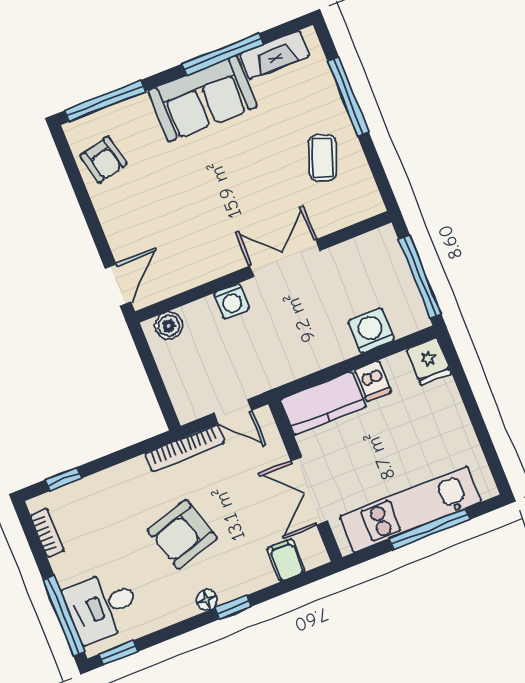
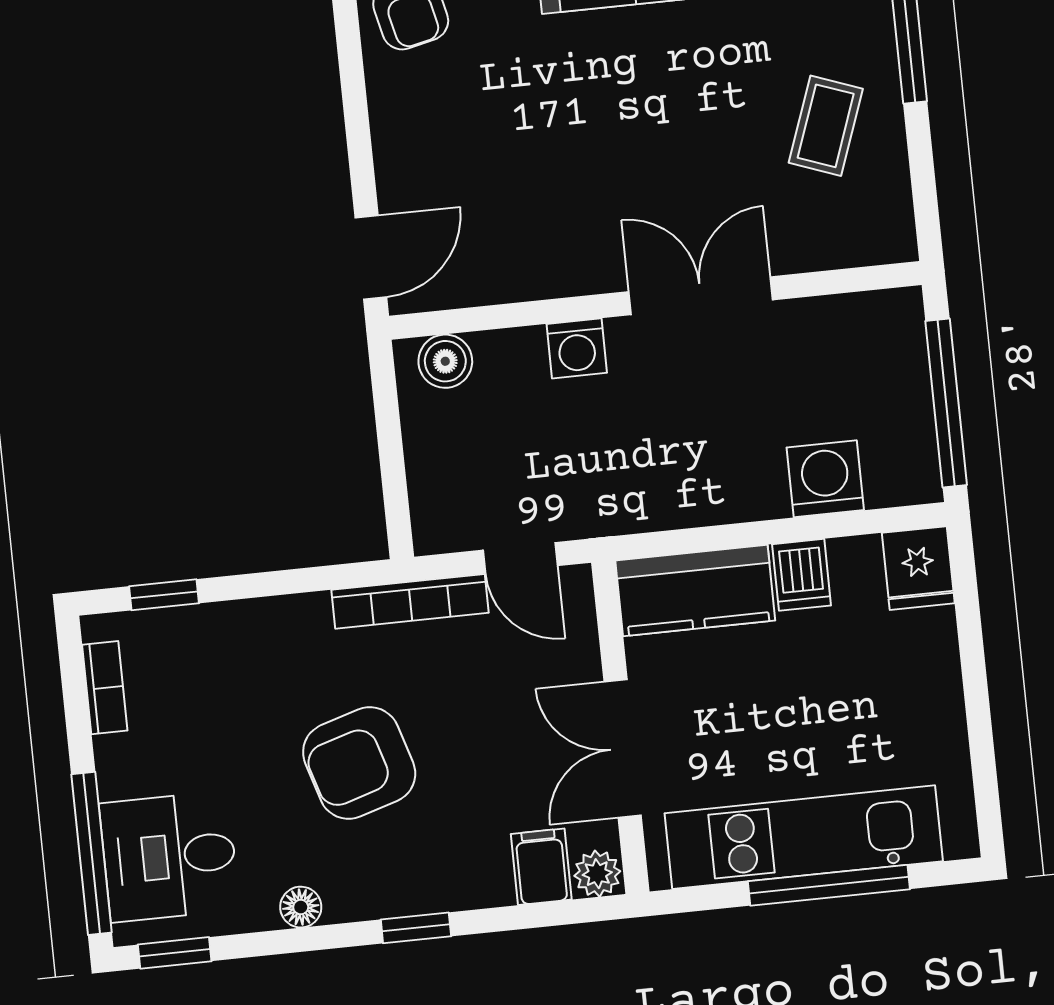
plant: (314, 556) -> (597, 874), added
floor lamp: (207, 600) -> (301, 907), moved

